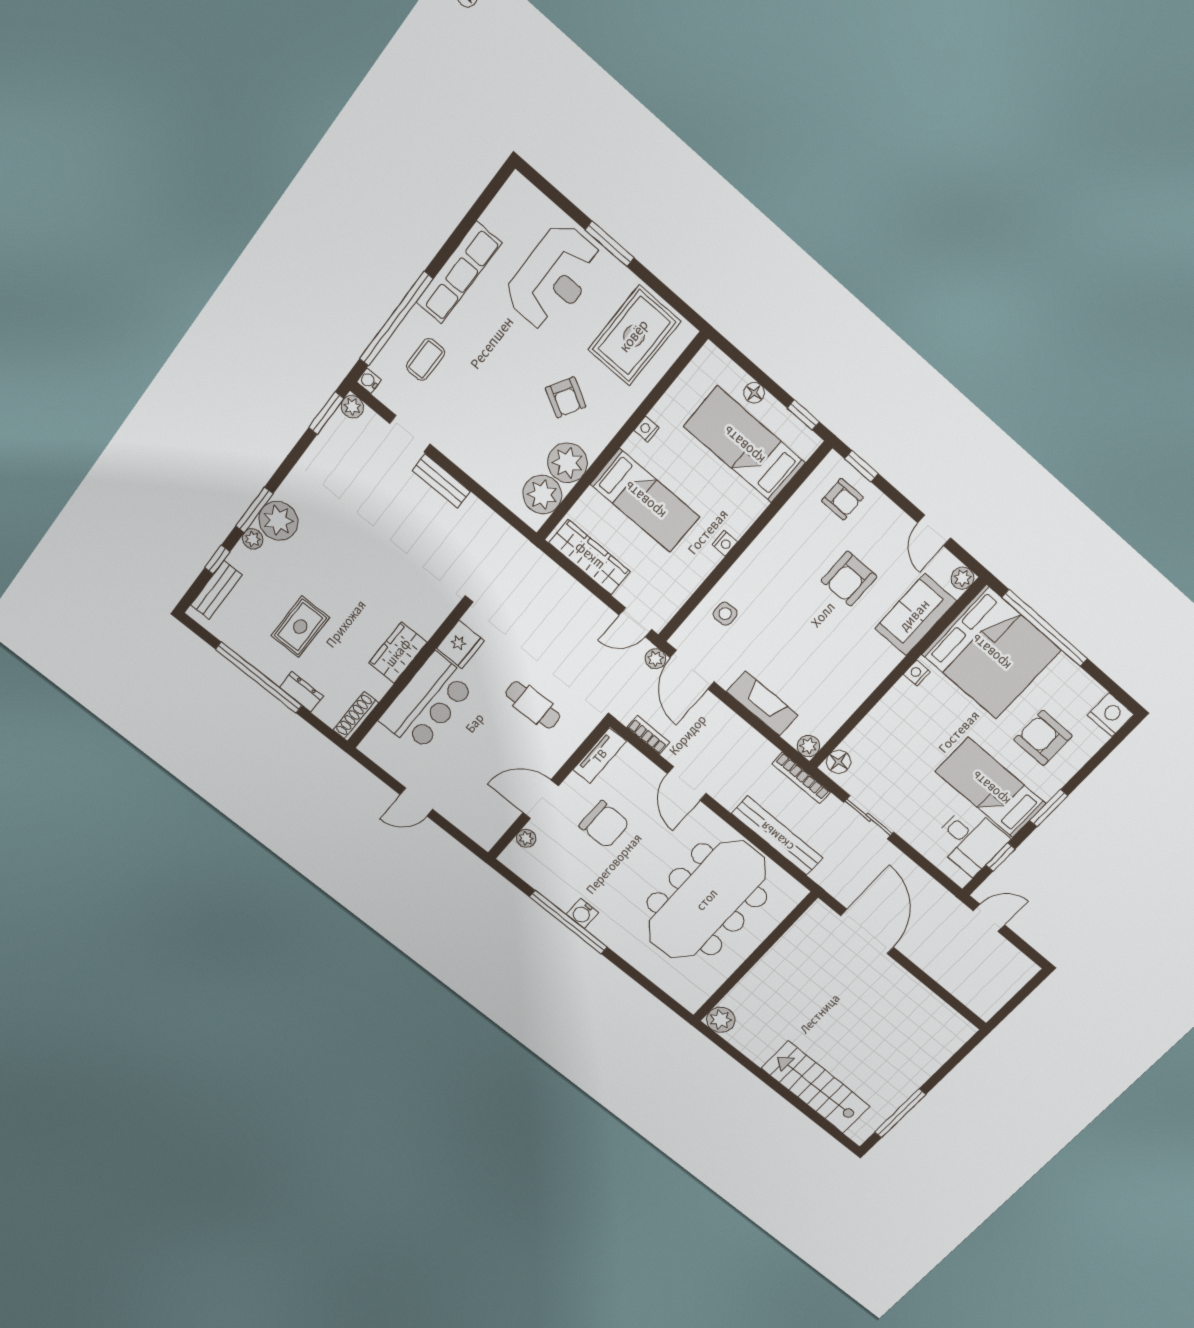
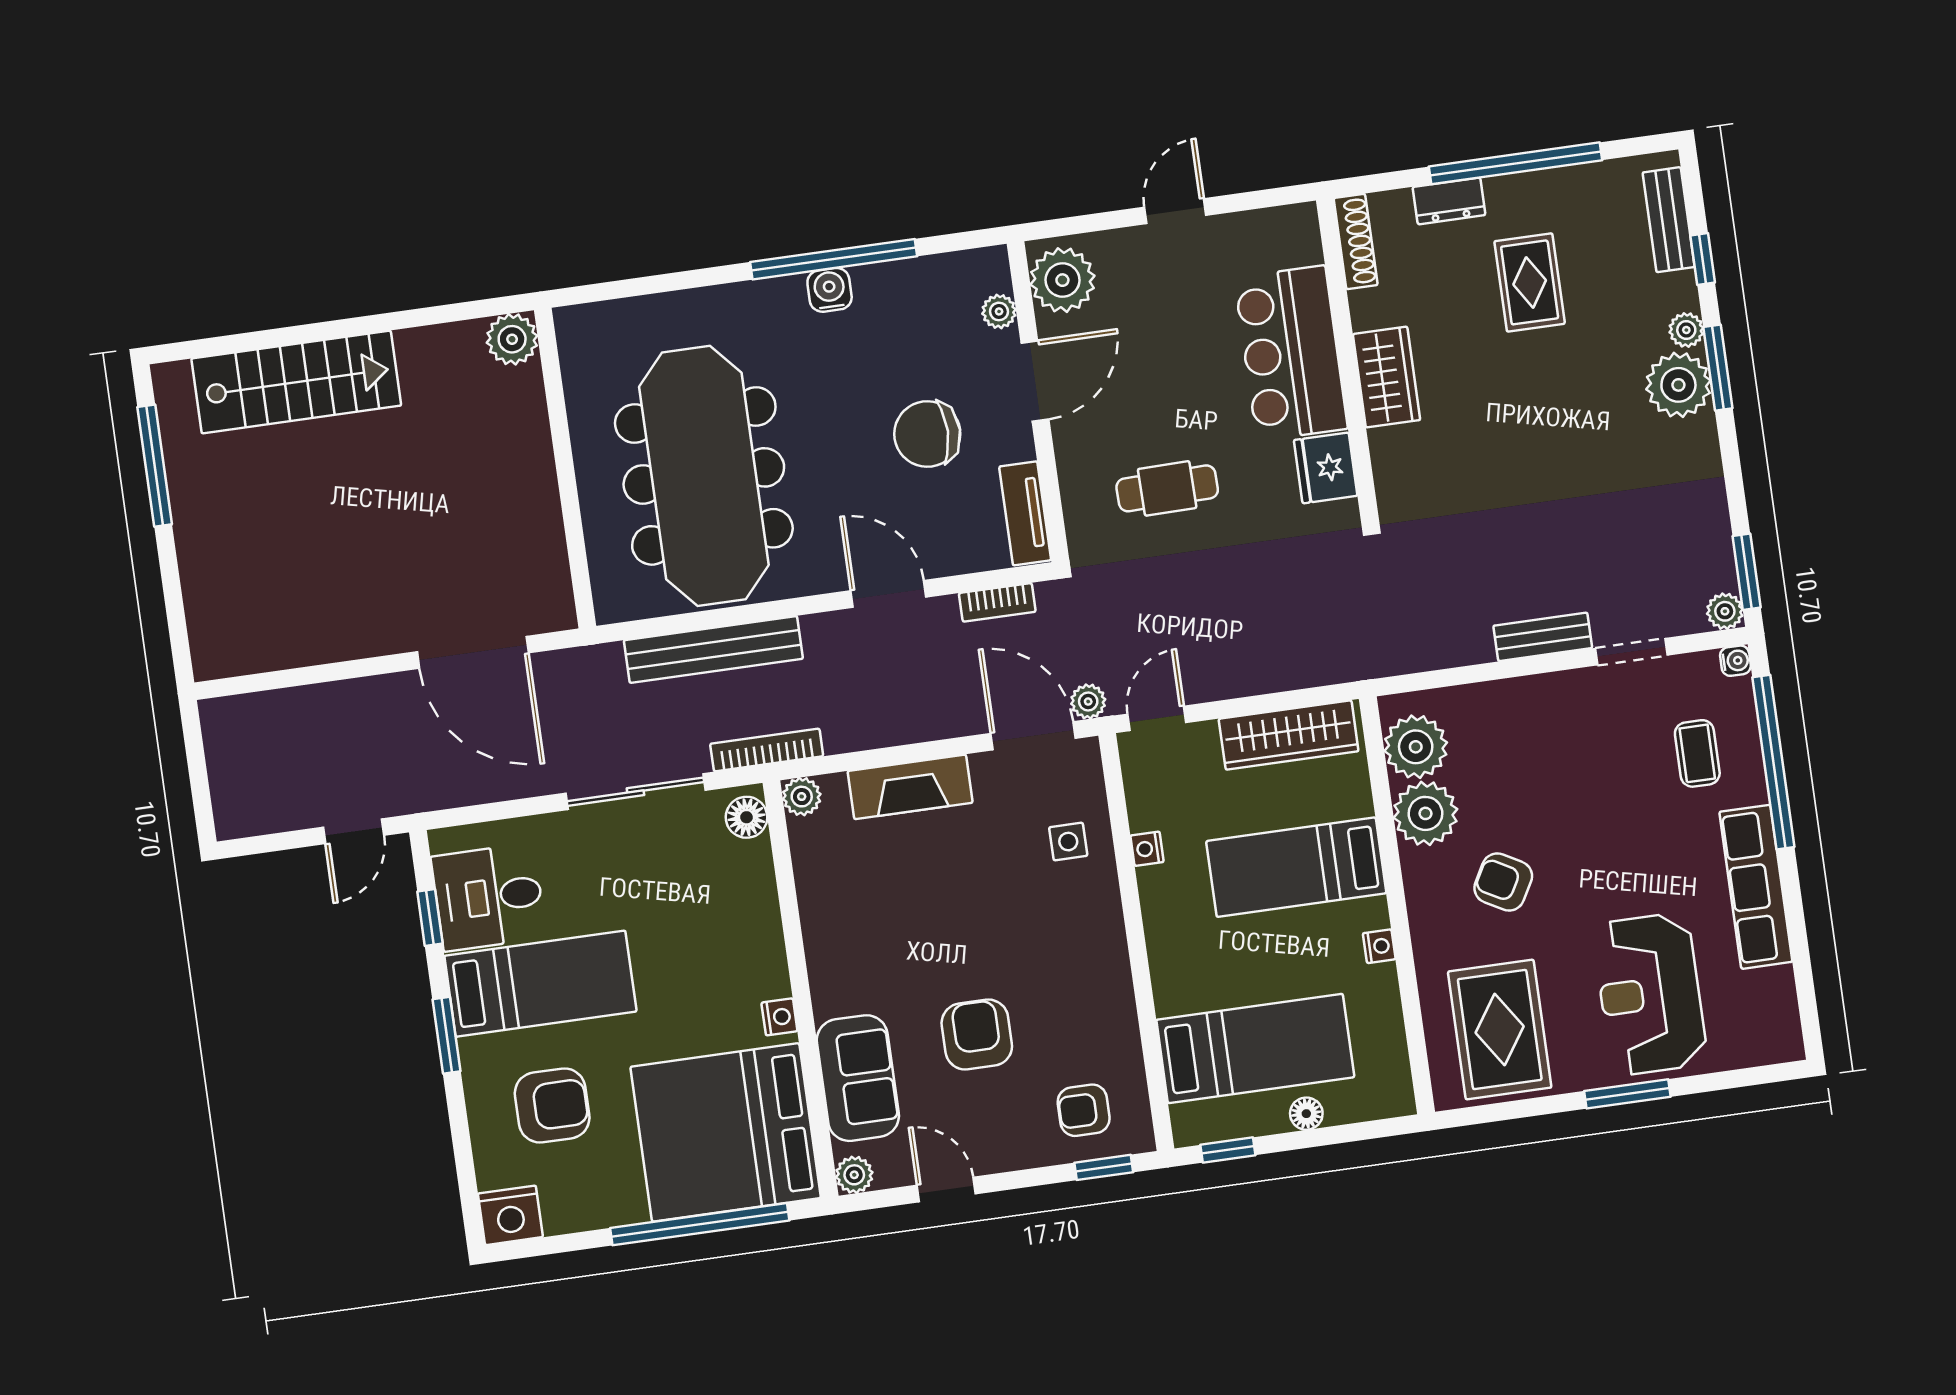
nightstand: (725, 543) -> (1147, 849), moved
sliding door: (869, 817) -> (635, 792), width x1.37
plant: (489, 824) -> (1062, 280), added

